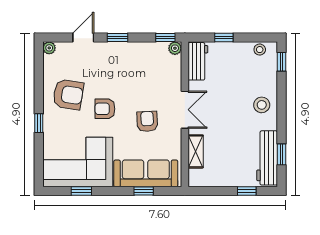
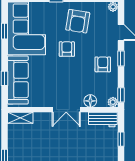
floor lamp: (173, 78) -> (90, 101), added
armchair: (147, 121) -> (103, 64), moved, turned -87
shelving: (196, 151) -> (20, 118), moved

